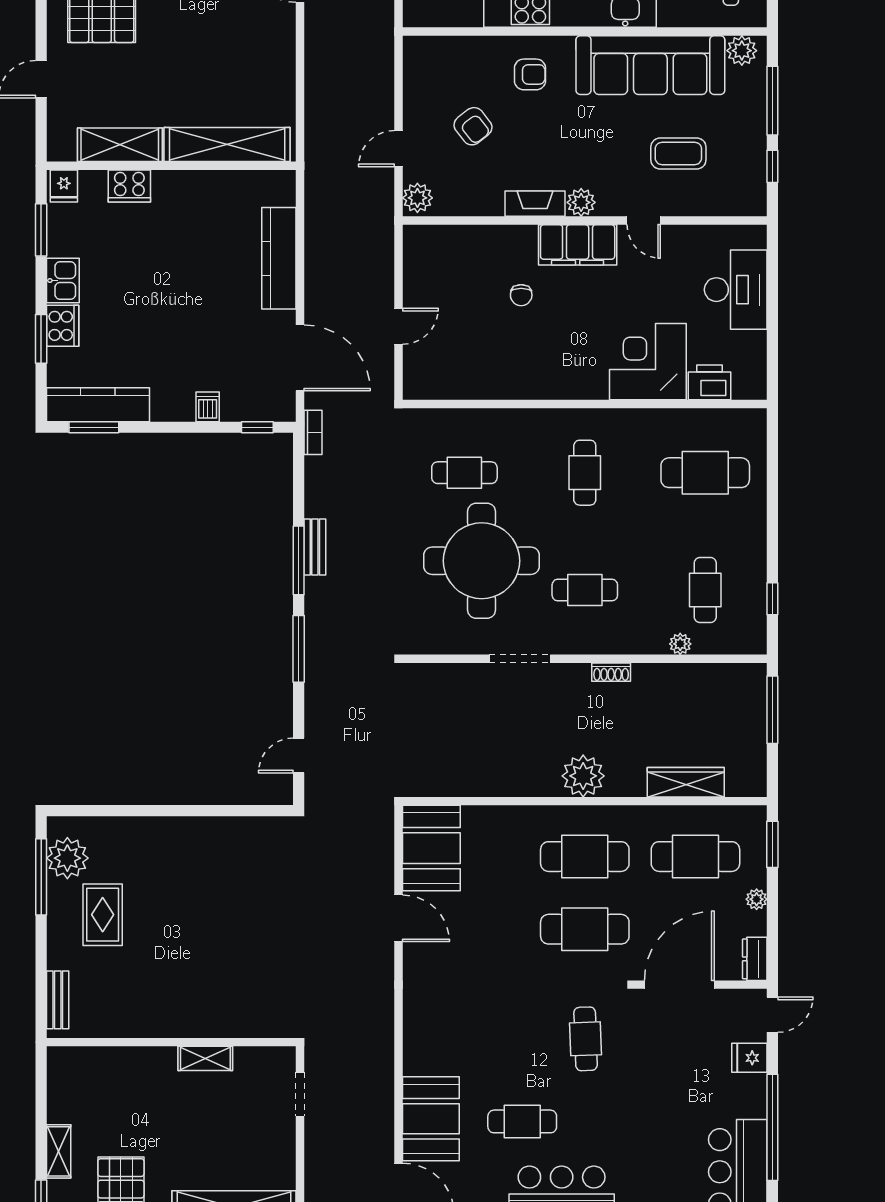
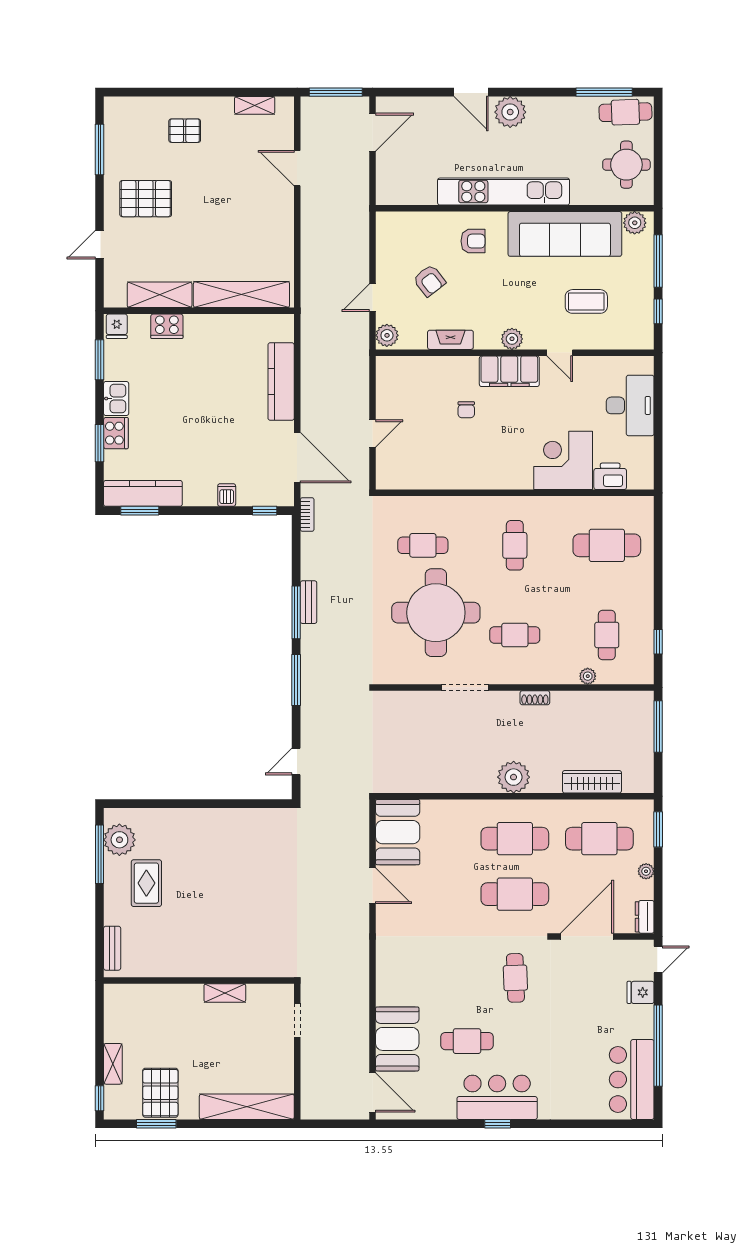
fireplace: (535, 204) -> (450, 340), moved

